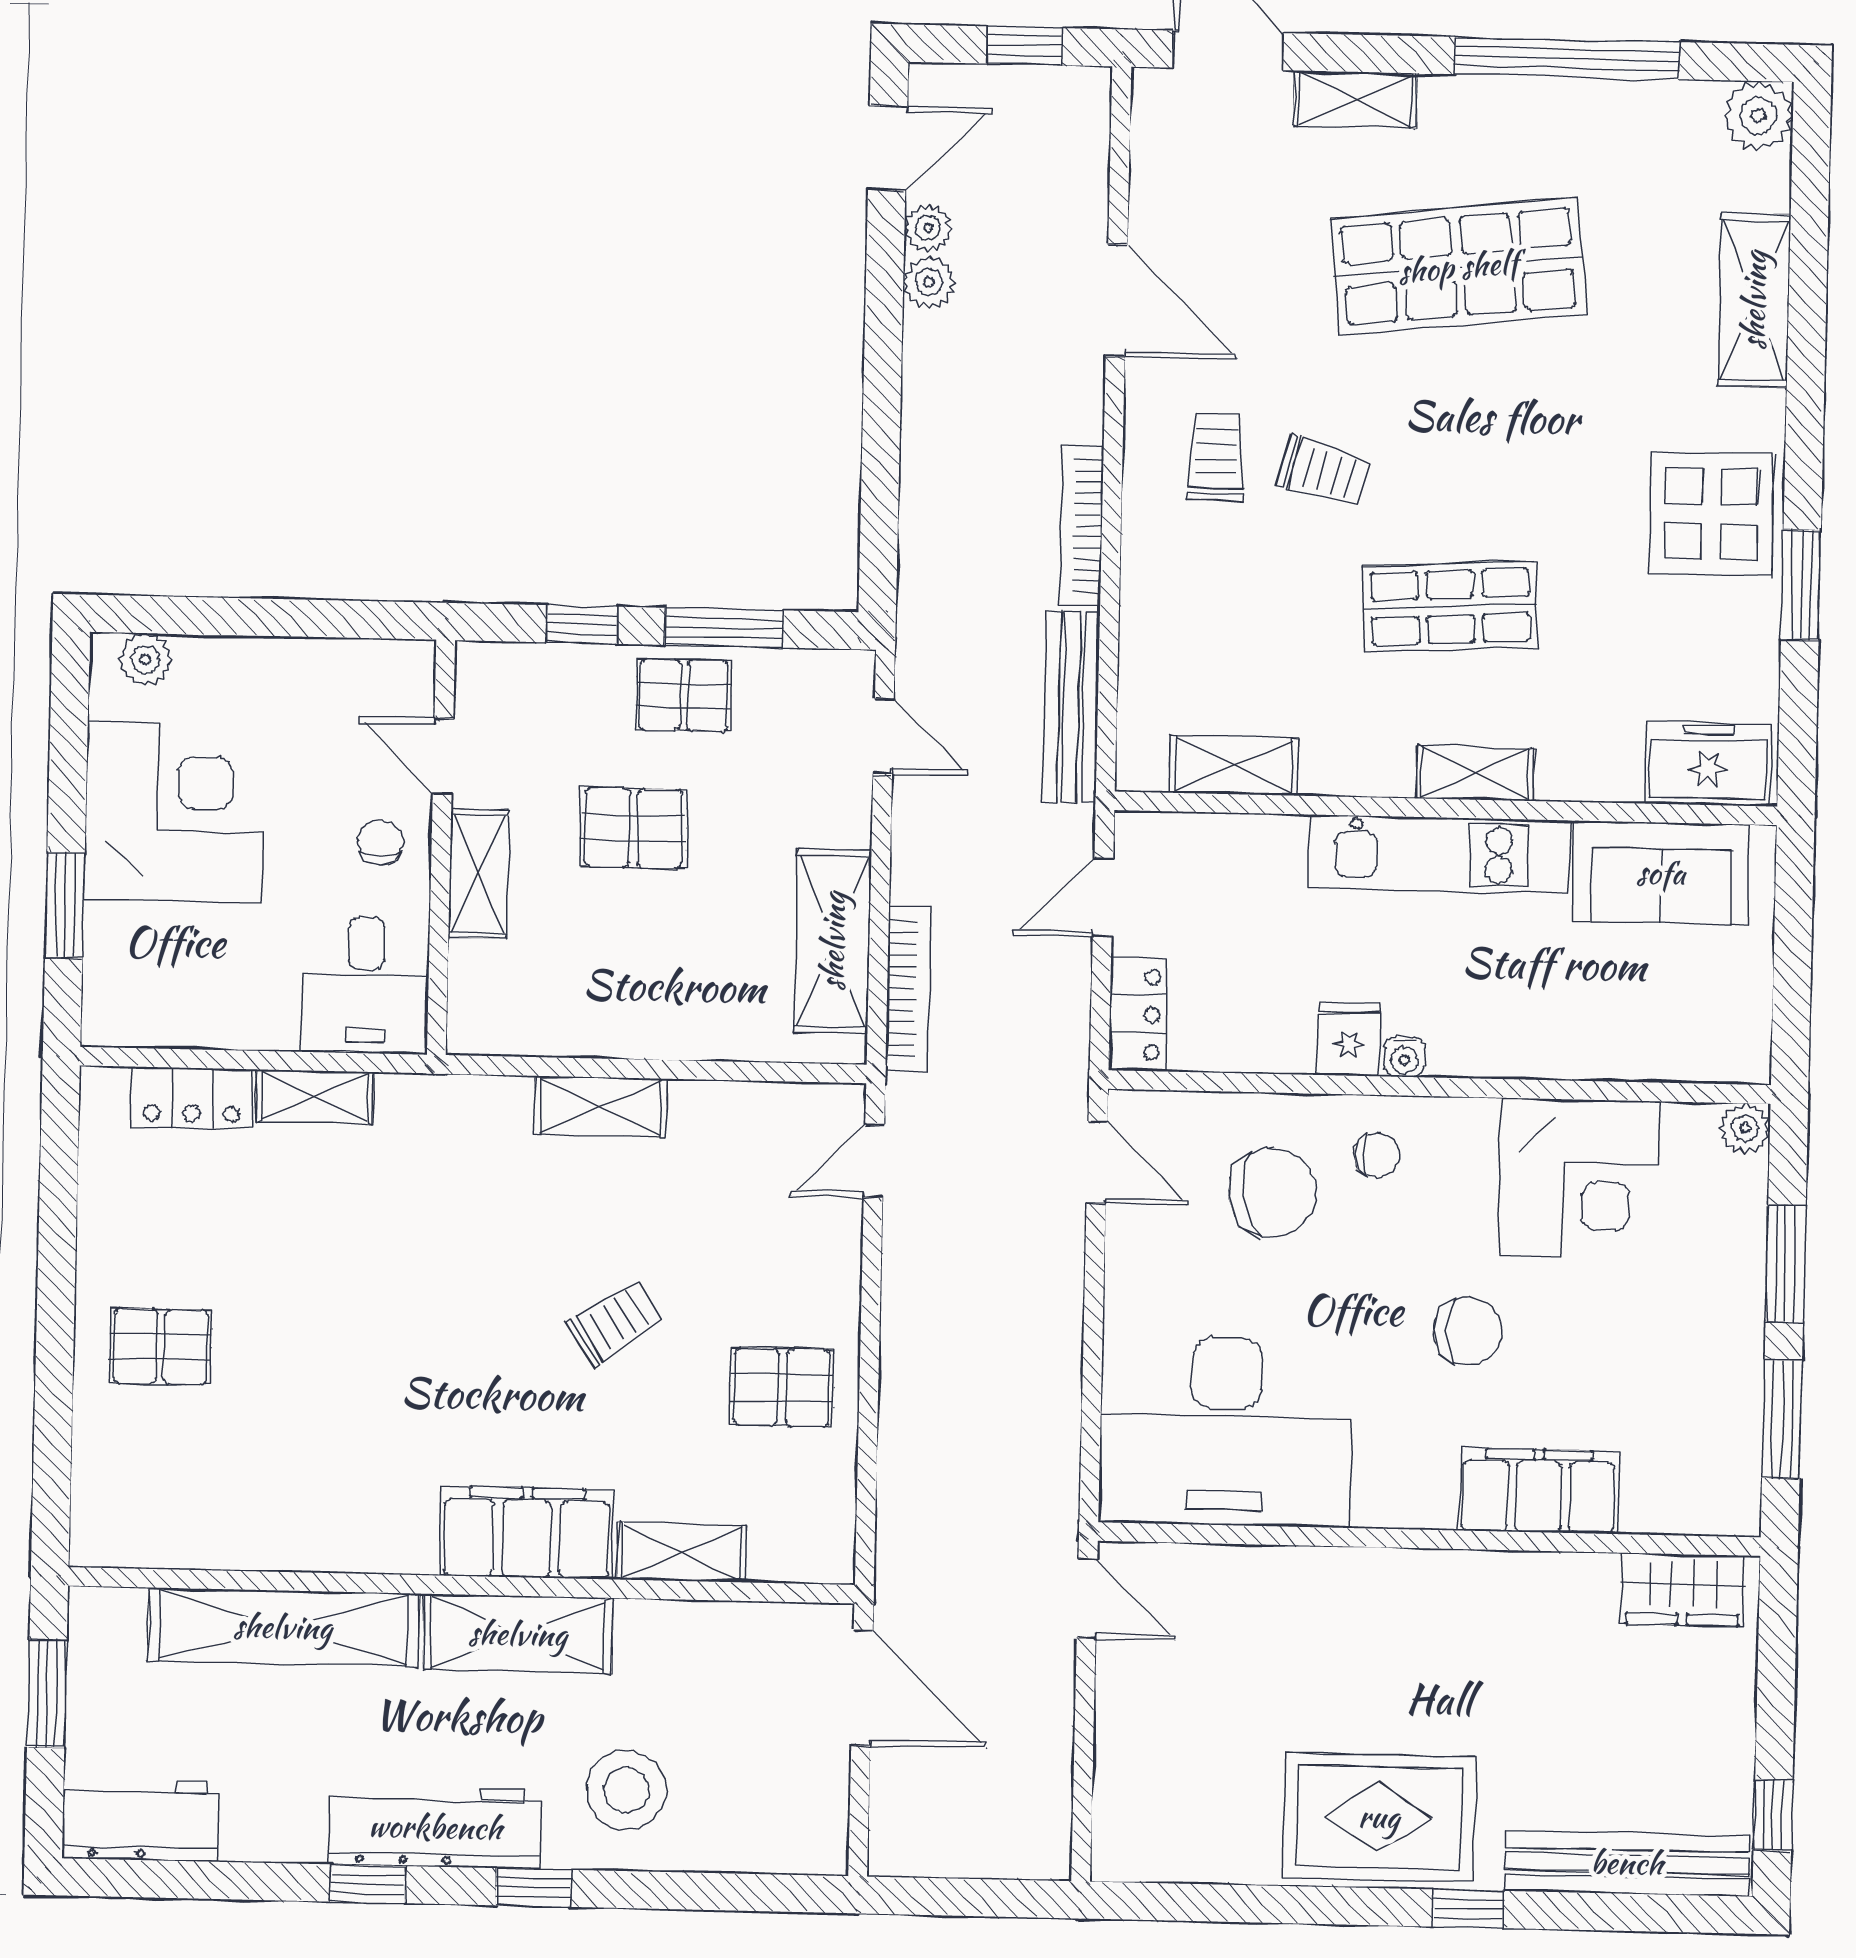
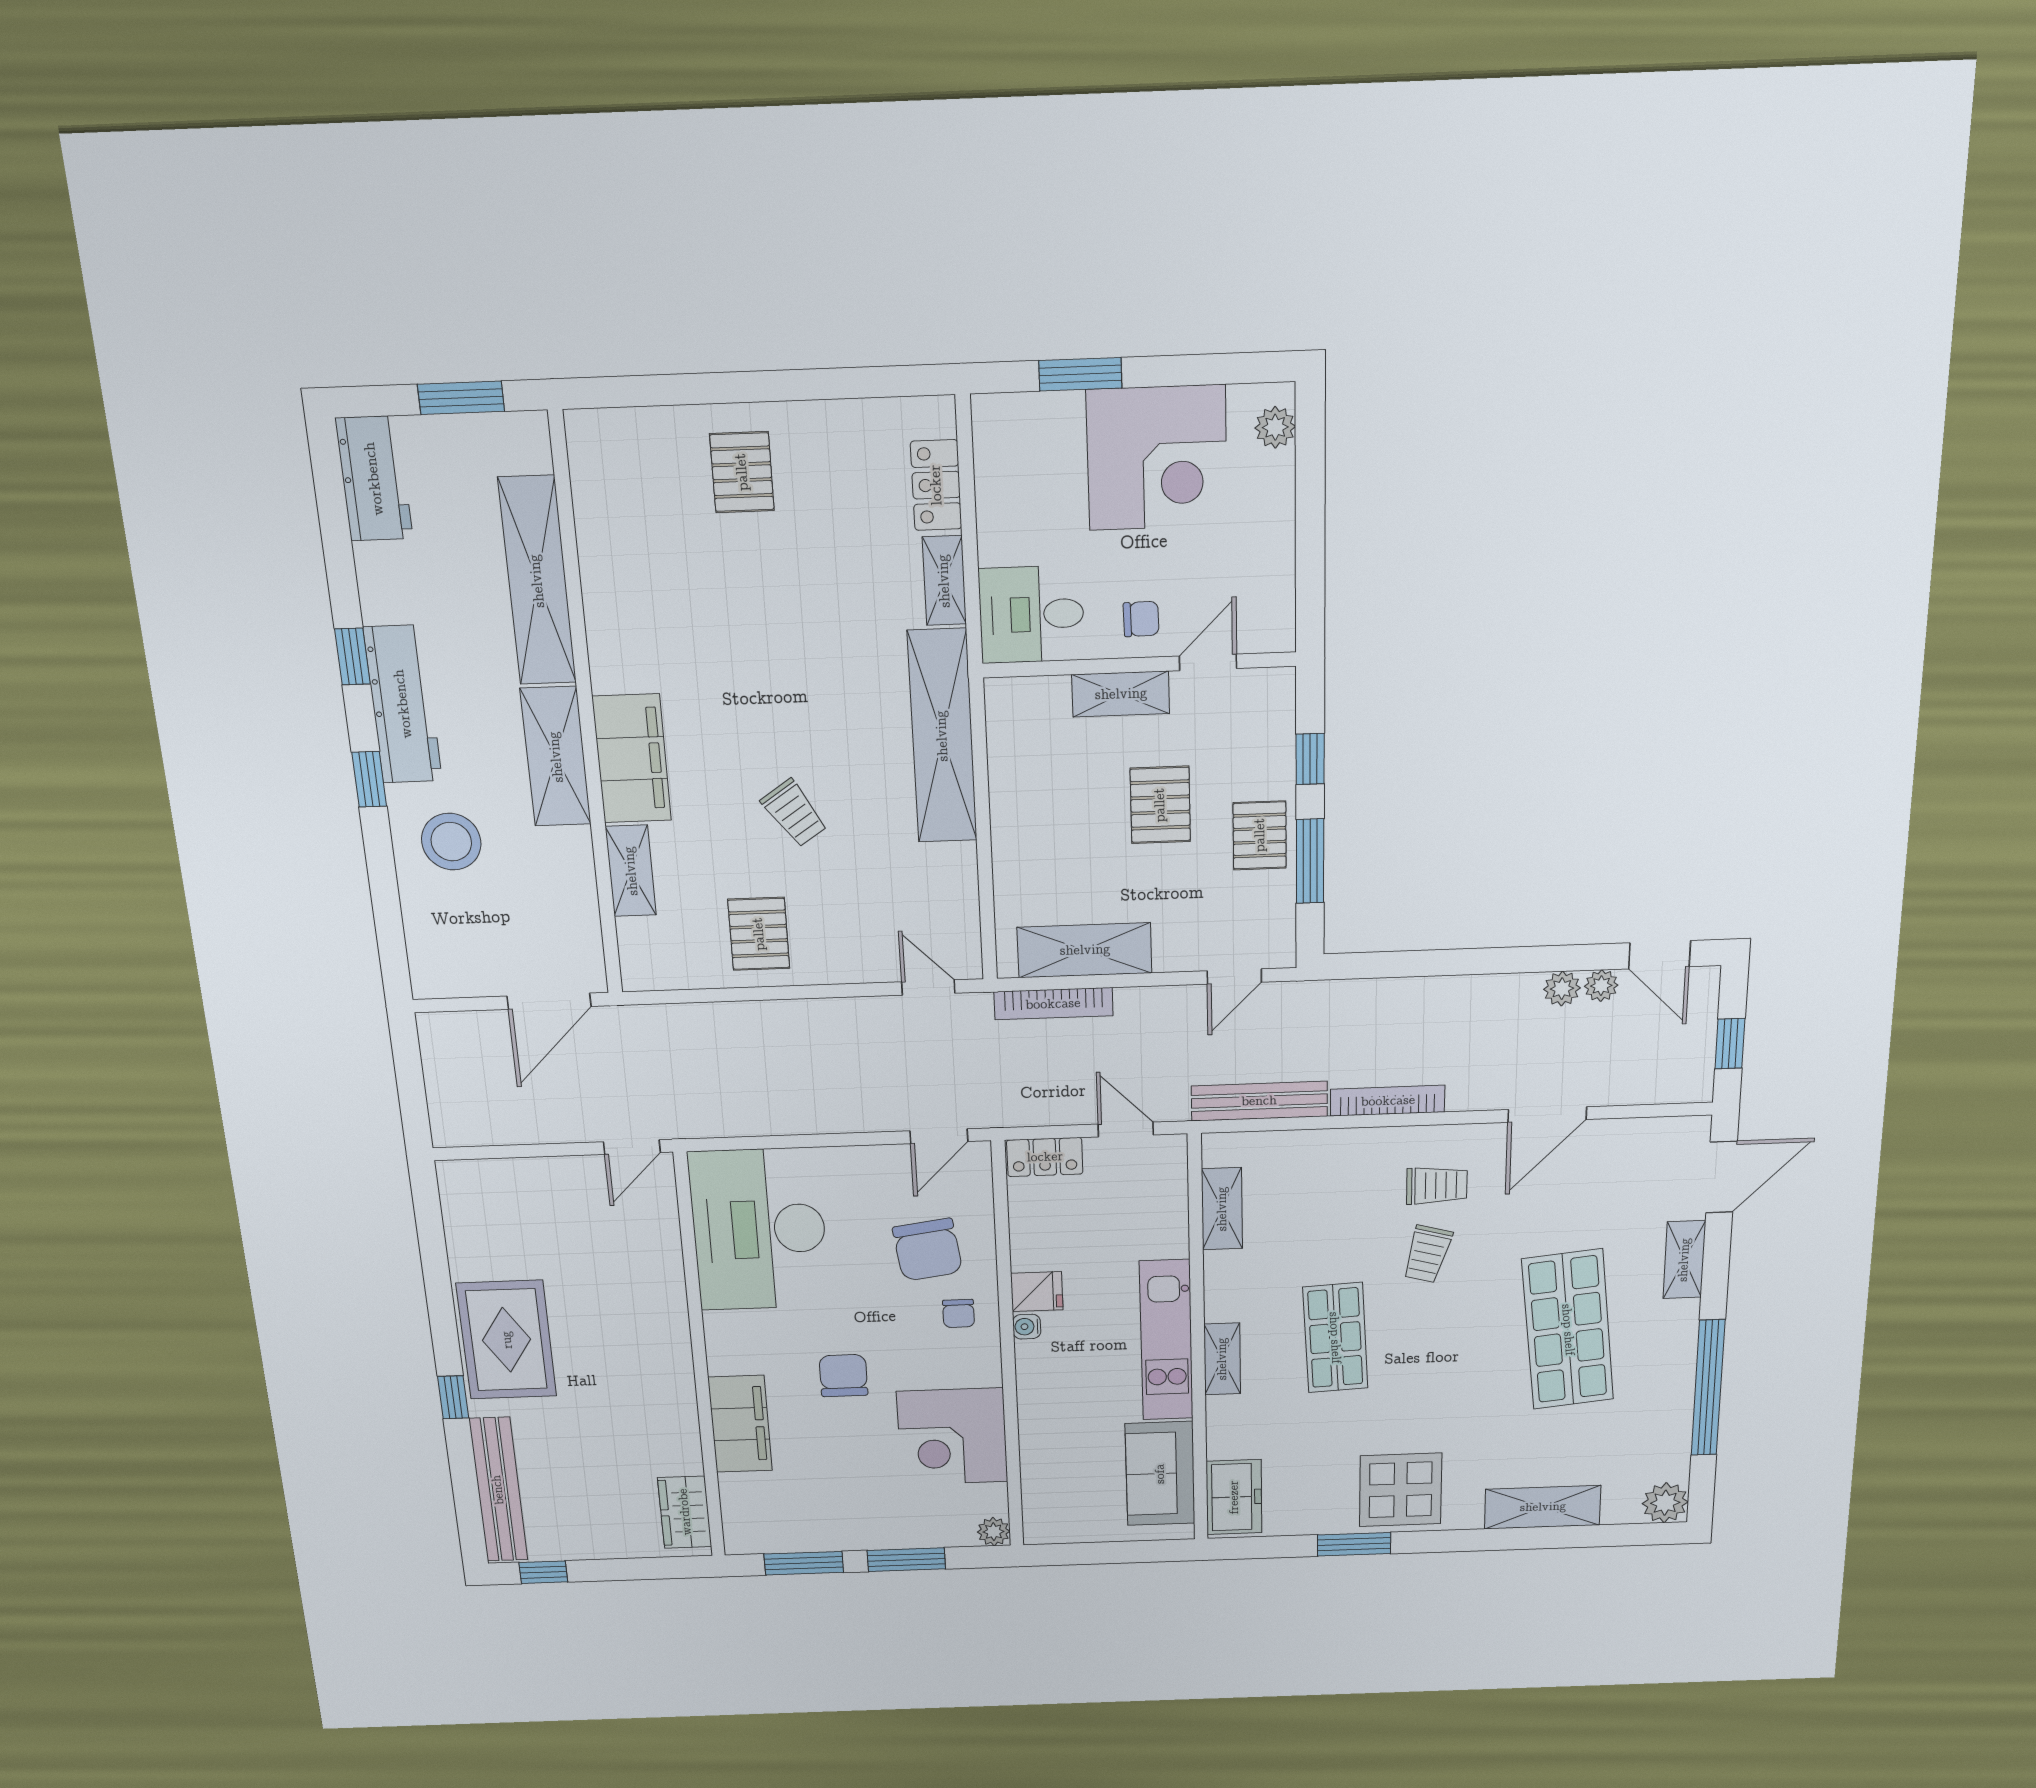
shelving: (600, 1107) -> (942, 736), width x2.20, depth x1.33
chair: (1468, 1331) -> (843, 1376), turned 180

